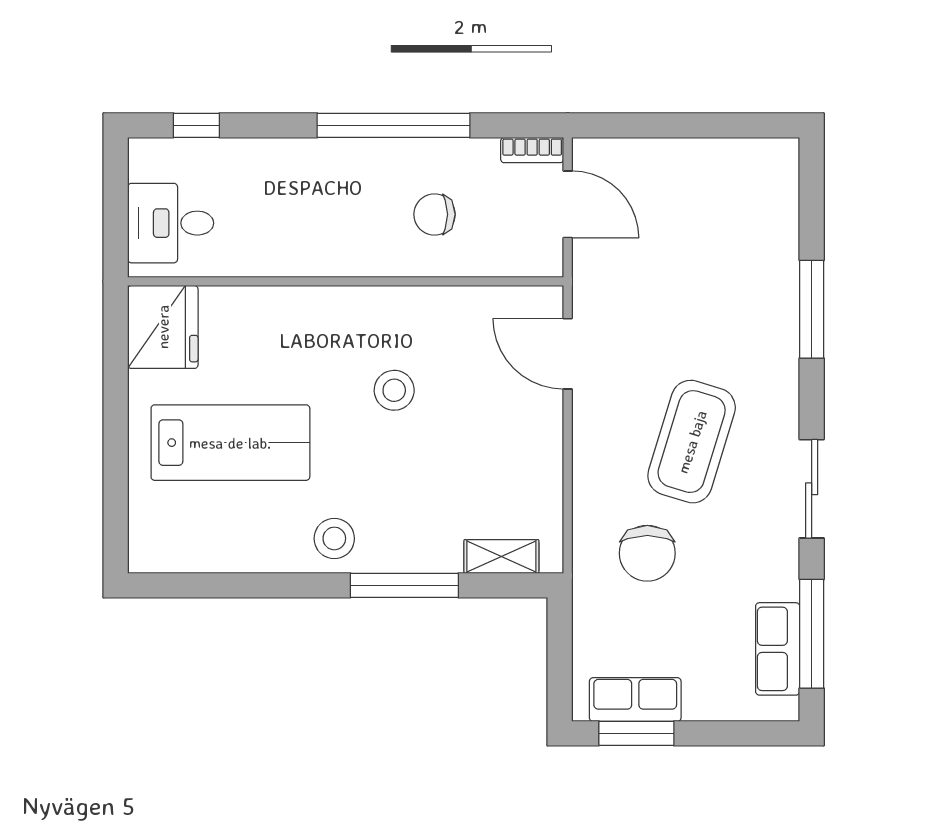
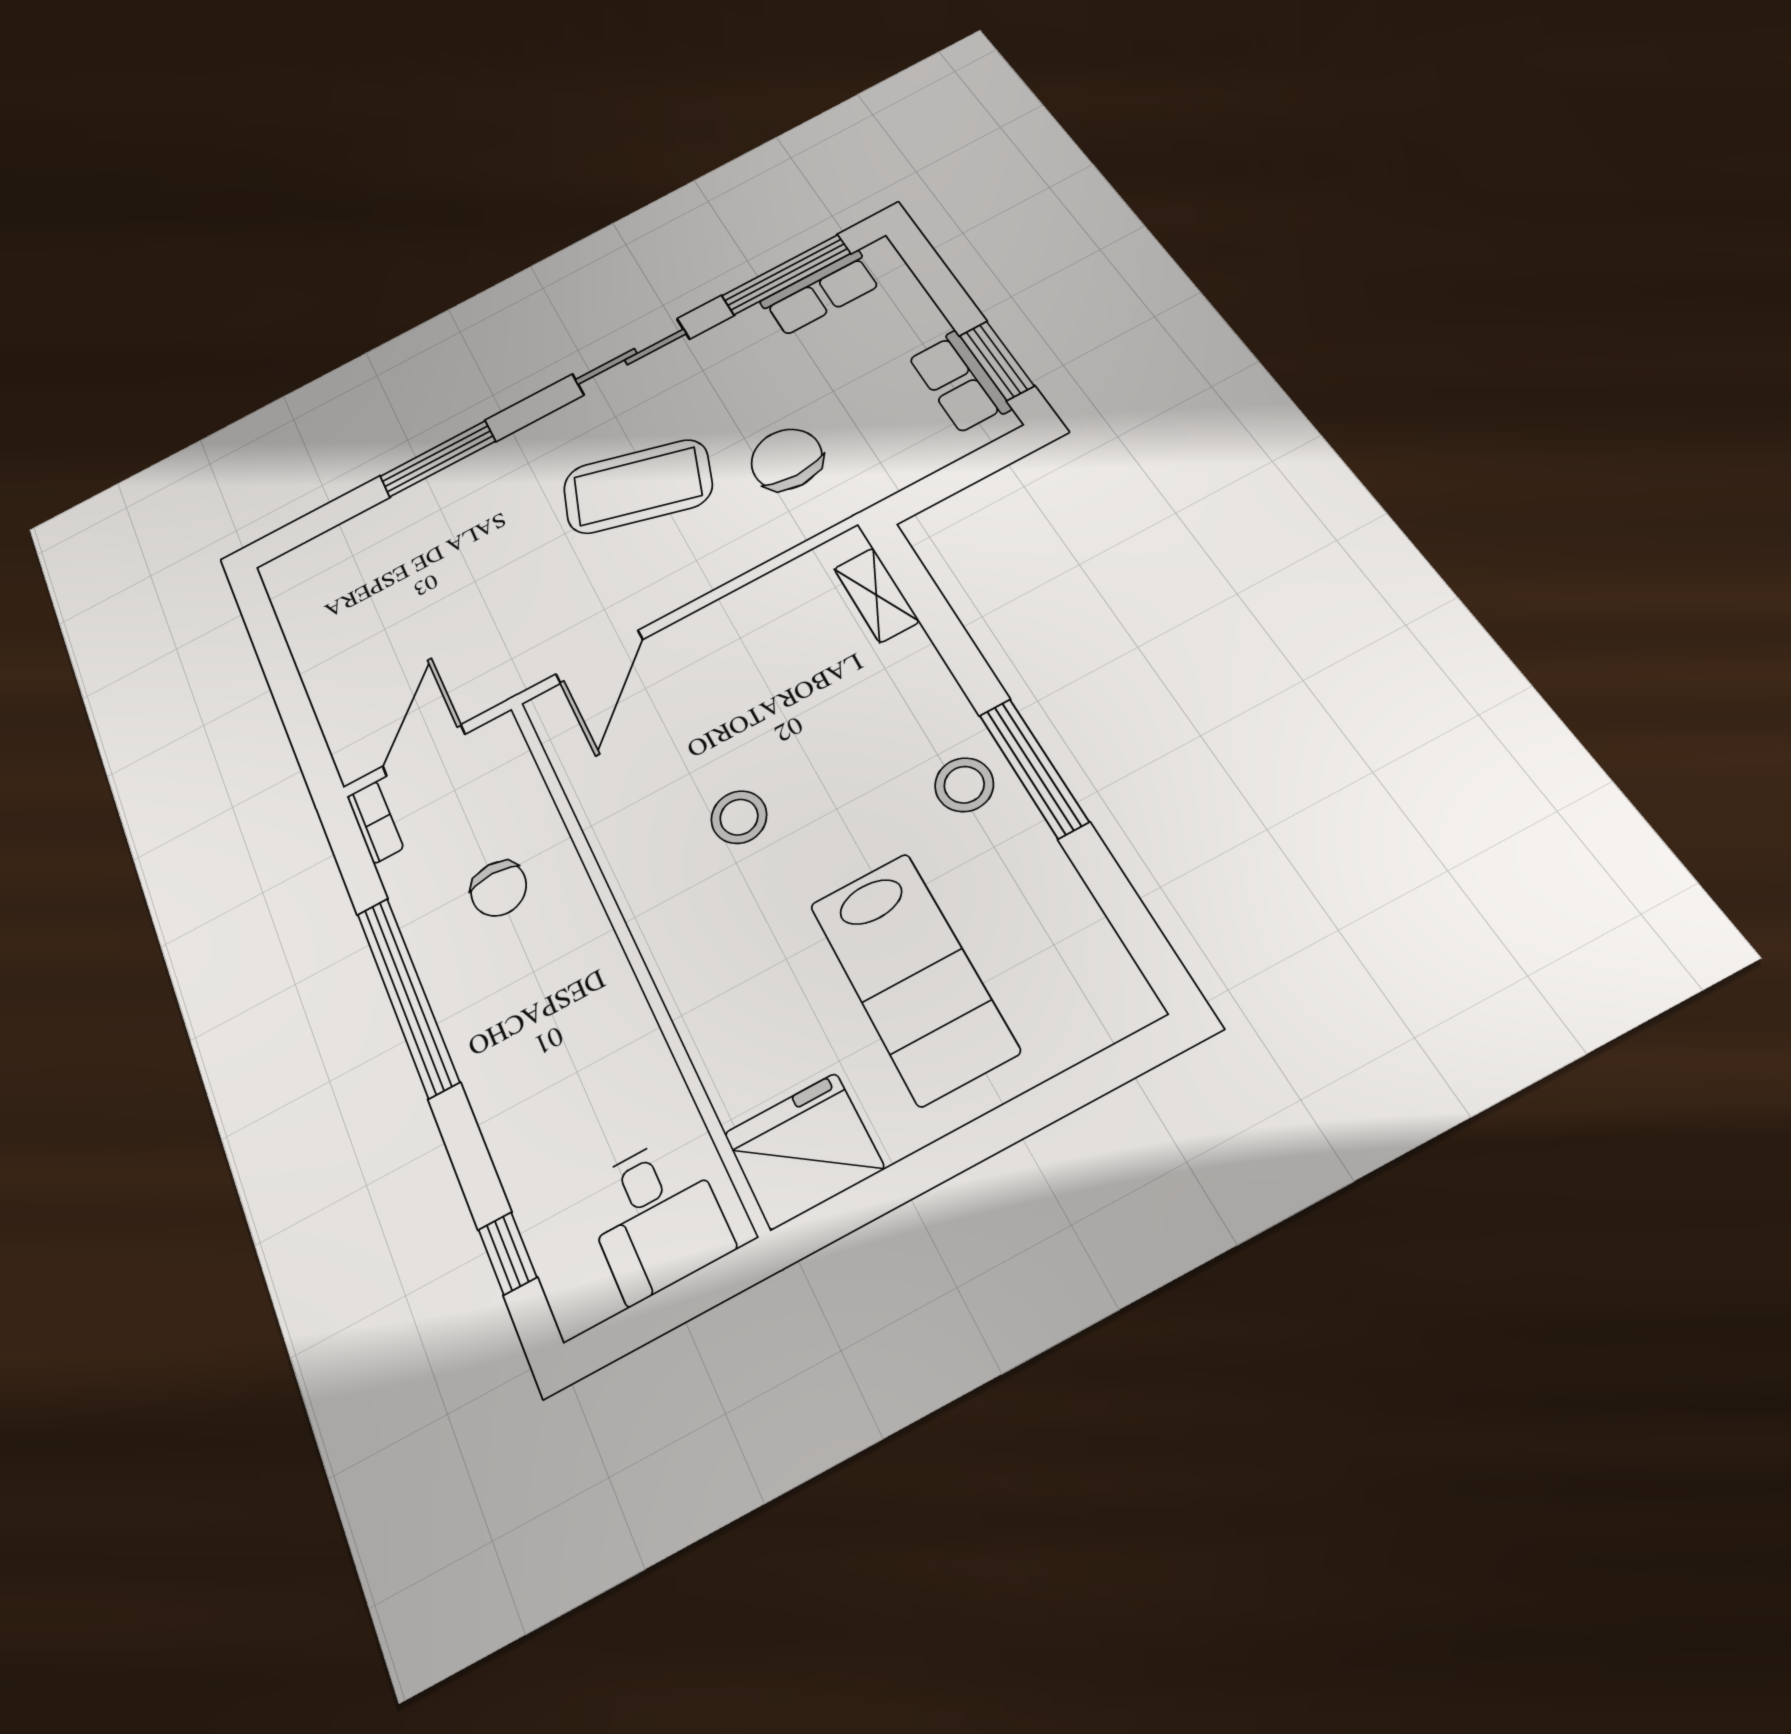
lab bench: (230, 443) -> (913, 977), turned 180
chair: (647, 553) -> (787, 459), turned -90
window: (404, 585) -> (1033, 768), moved

